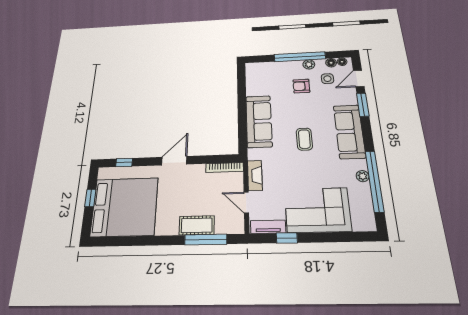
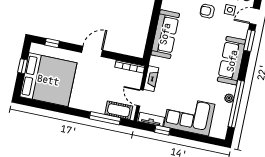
coffee table: (304, 139) -> (196, 58), removed
cot: (197, 225) -> (119, 110), moved

